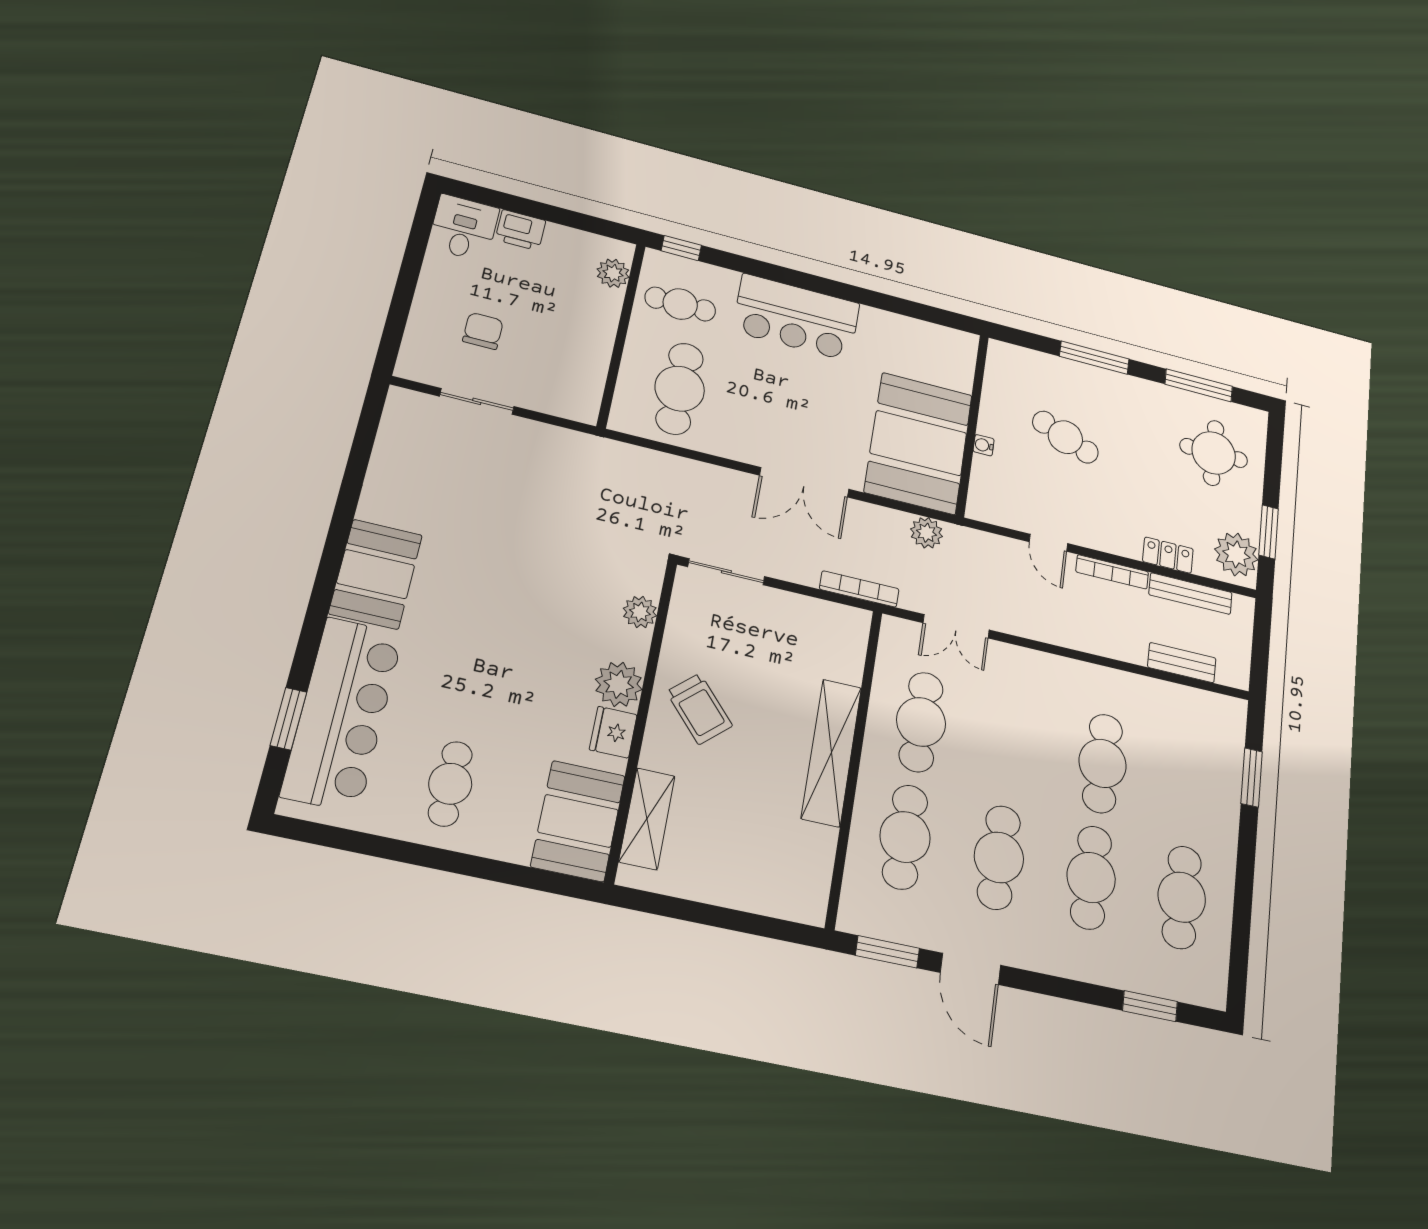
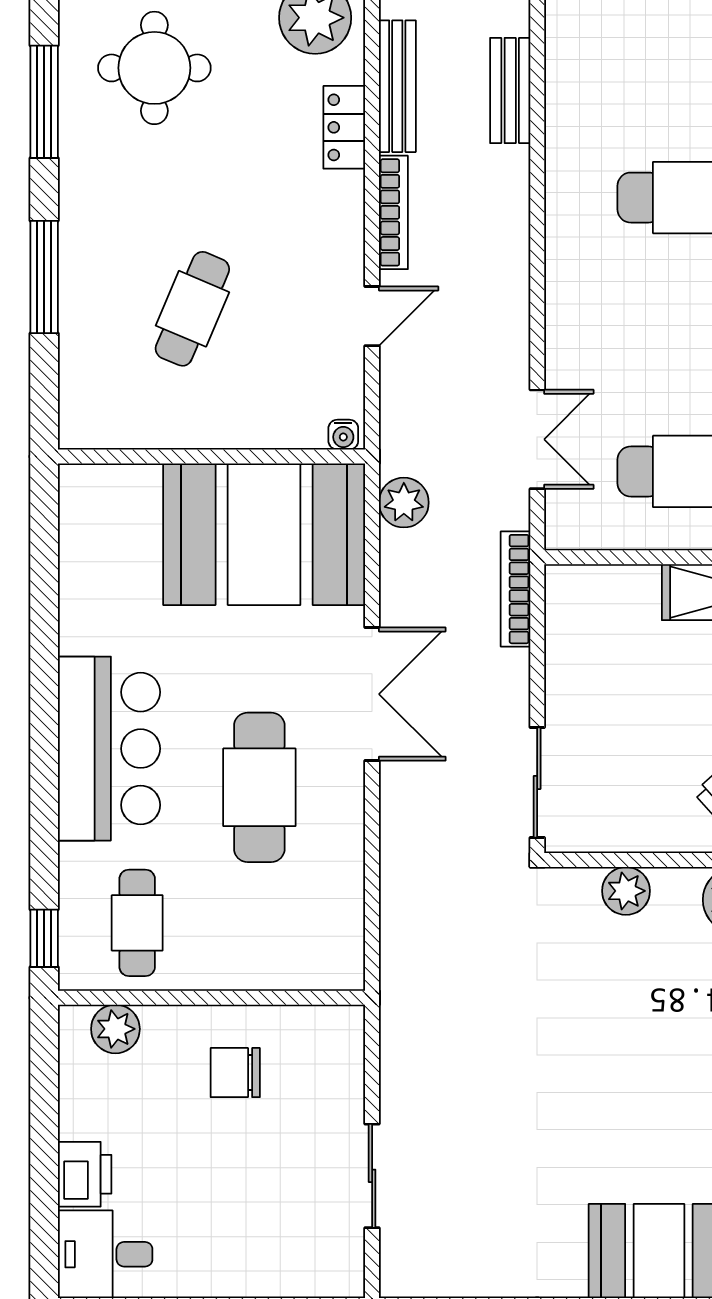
chair: (483, 331) -> (235, 1073), moved
cafe table: (680, 389) -> (259, 787), moved, turned 90
water cooler: (984, 445) -> (343, 435), moved

